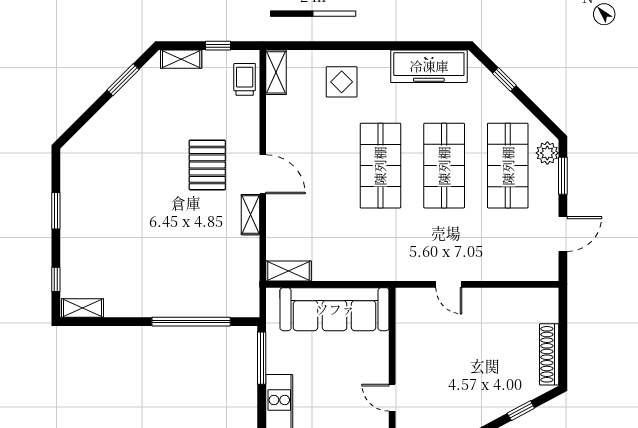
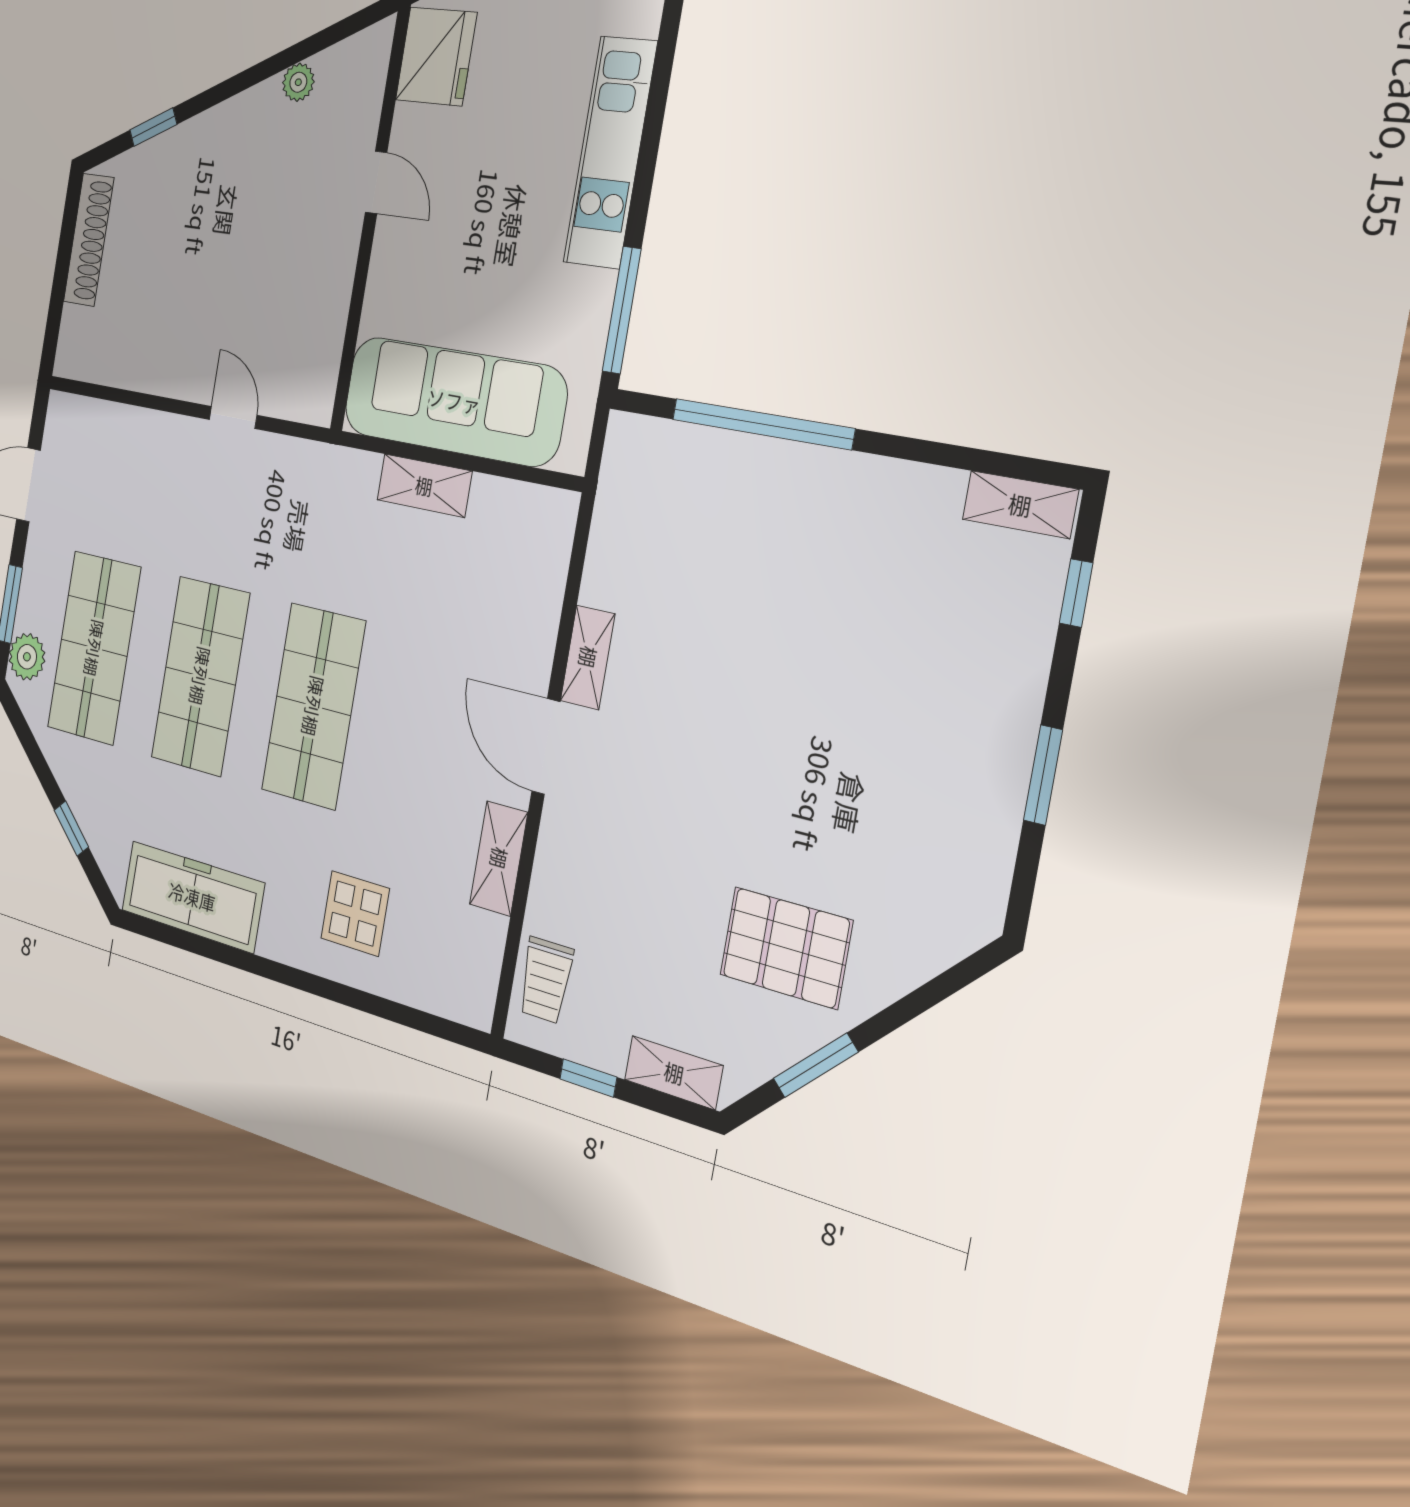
shelving: (276, 72) -> (499, 858), moved
pallet: (207, 165) -> (786, 948), moved, turned 90
shelving: (289, 271) -> (424, 486), moved

